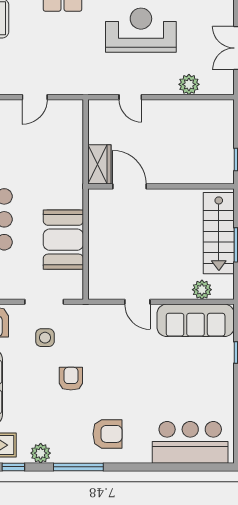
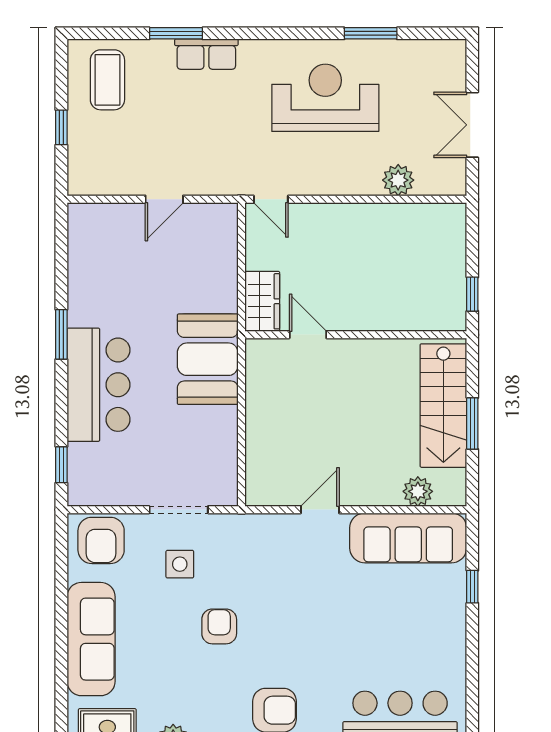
door: (130, 97) -> (271, 199), moved
door: (129, 186) -> (308, 335), width x0.73
booth: (63, 240) -> (208, 359), moved
door: (137, 302) -> (320, 510), swing flipped

